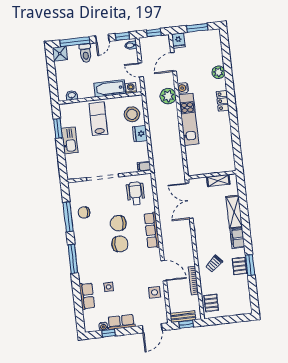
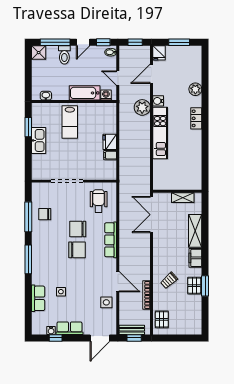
stool: (132, 114) -> (104, 121), removed
lab bench: (98, 119) -> (70, 122), turned 180
filing cabinet: (144, 166) -> (110, 155), moved

